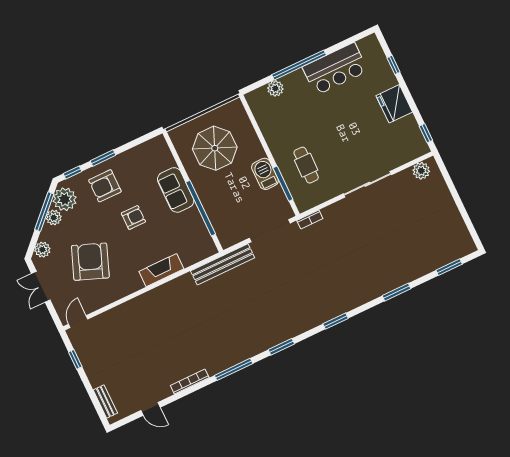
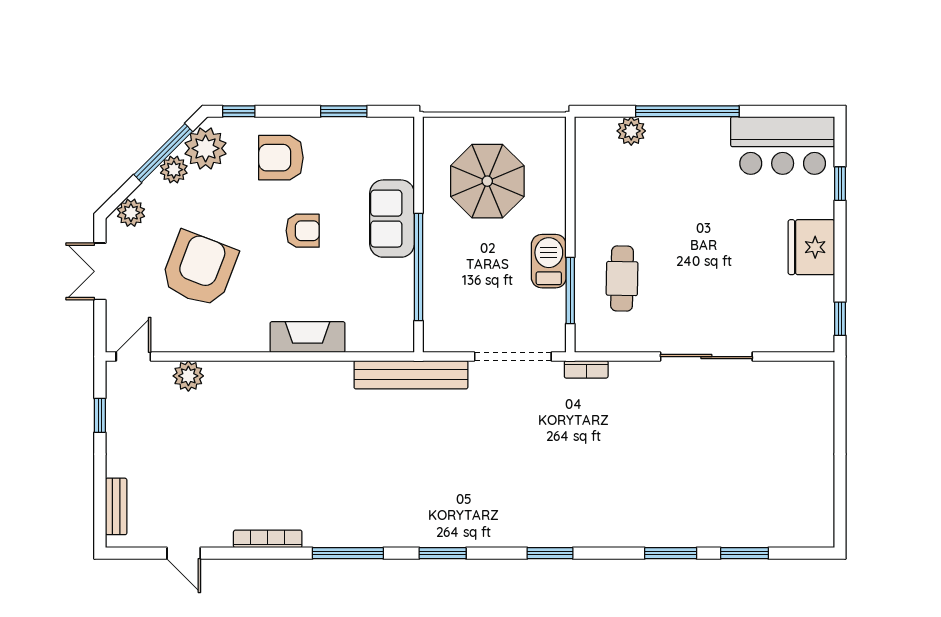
bar counter: (335, 69) -> (783, 145), moved
window: (103, 158) -> (344, 111), moved
plant: (421, 171) -> (188, 376), moved
window: (449, 267) -> (745, 553), moved

